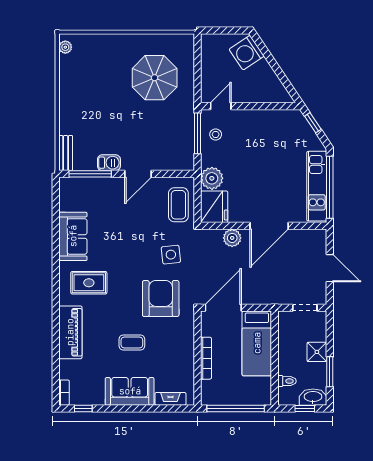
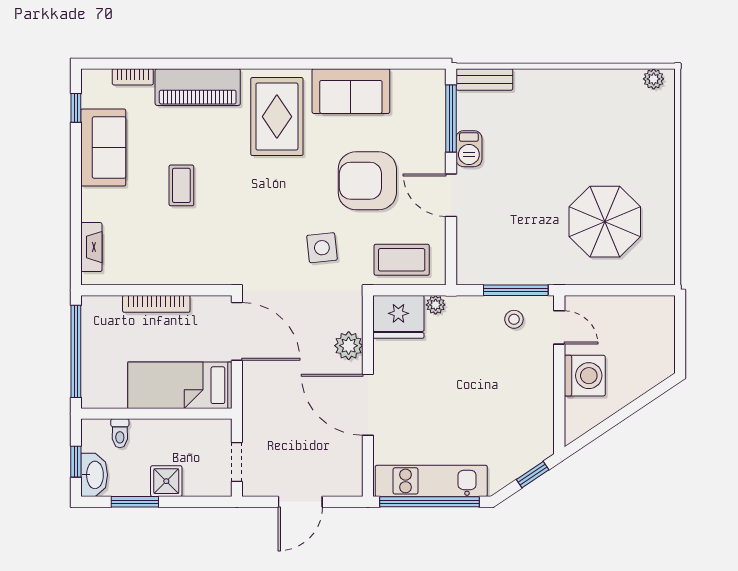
washing machine: (247, 53) -> (585, 376), moved, turned 124
plant: (212, 178) -> (436, 305), width x0.53, depth x0.53
rug: (89, 283) -> (277, 117), width x1.36, depth x1.43
armchair: (161, 299) -> (367, 181), moved, turned 180
sofa: (130, 391) -> (103, 148), moved
bookcase: (64, 393) -> (133, 77), moved

